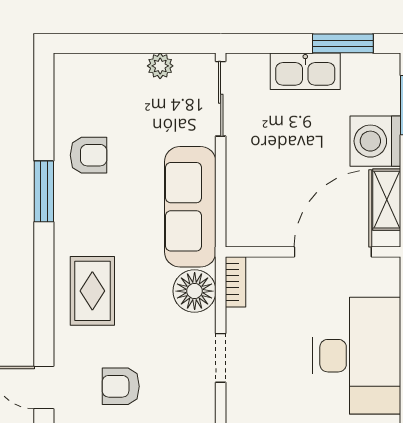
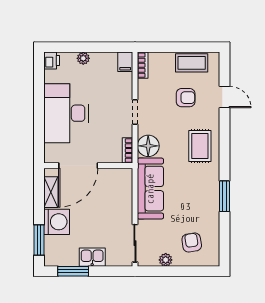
kitchen sink: (305, 71) -> (92, 257), width x0.73
armchair: (89, 155) -> (192, 242), moved, turned 81

